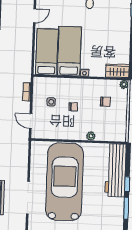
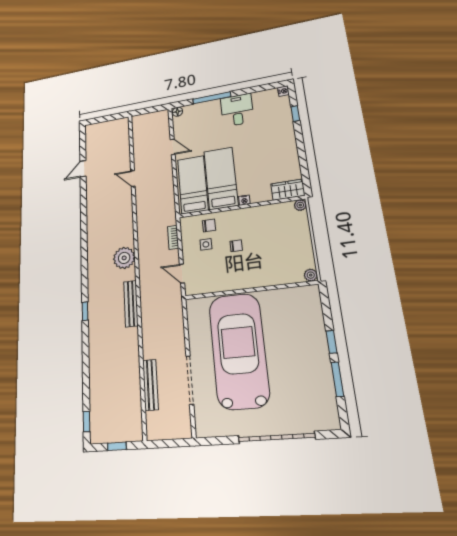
door: (34, 16) -> (173, 147), hinge flipped
chair: (105, 102) -> (209, 225), moved
plant: (91, 136) -> (311, 275), moved
workbench: (116, 170) -> (310, 324), removed

